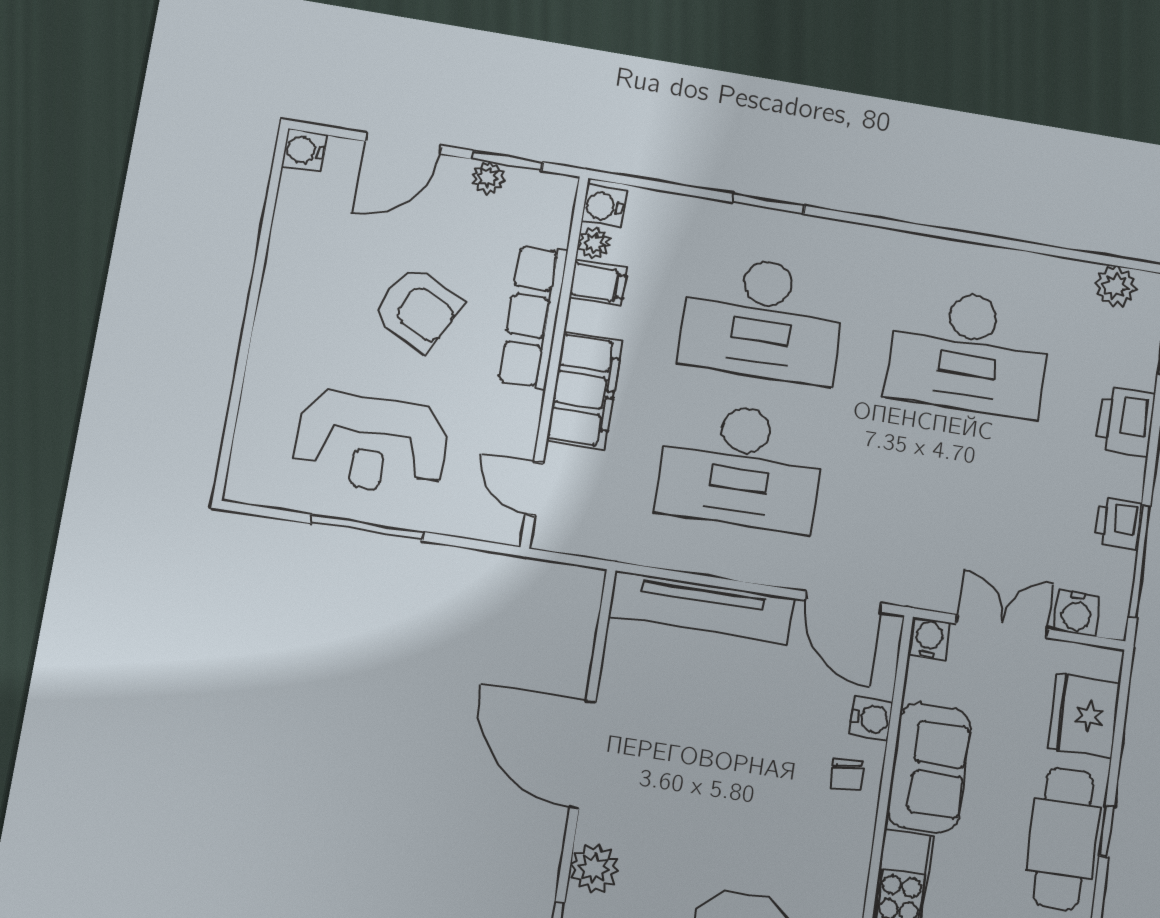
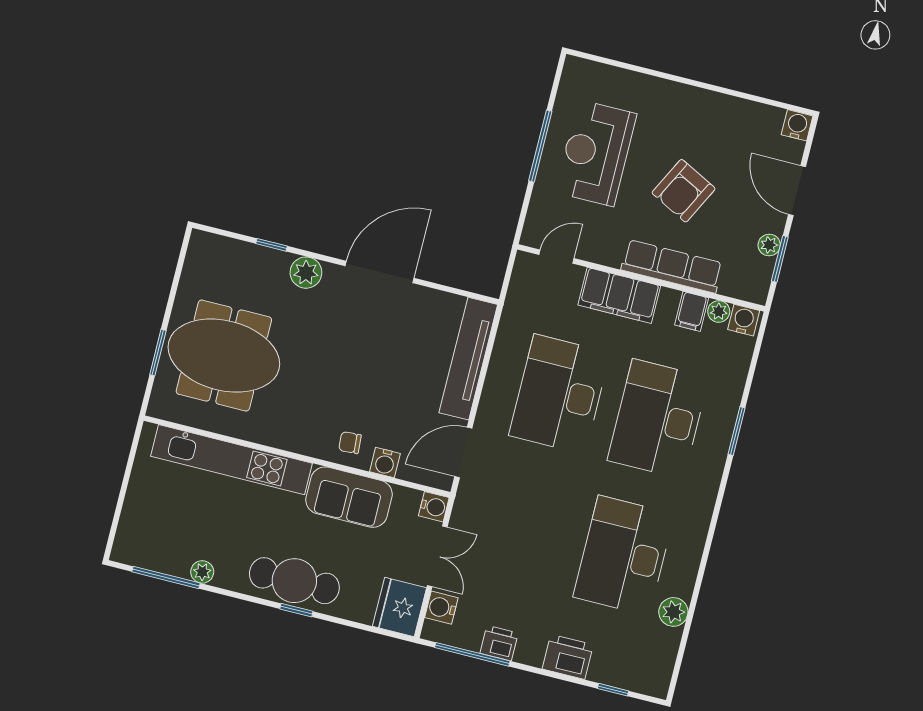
plant: (1115, 286) -> (673, 612), moved
fridge: (1084, 715) -> (400, 607), moved, turned -90

